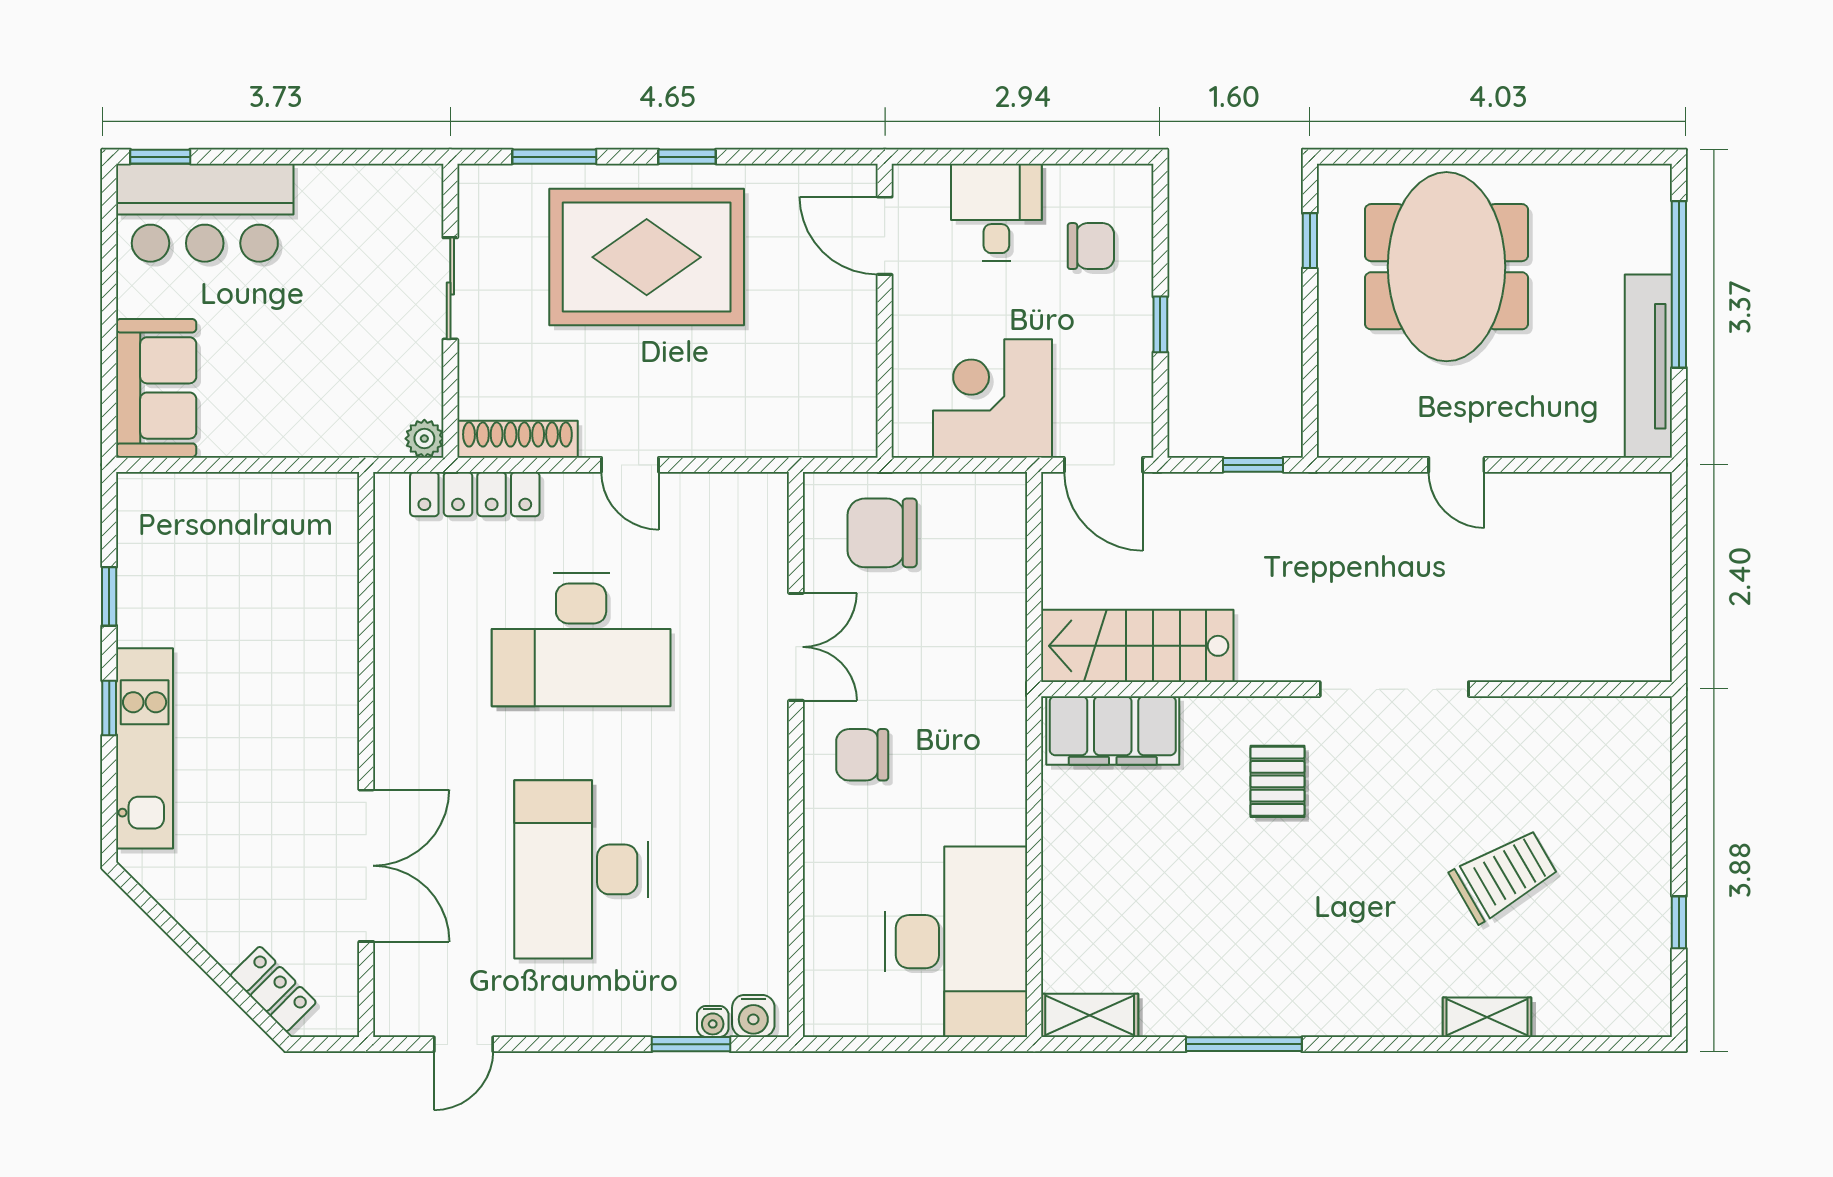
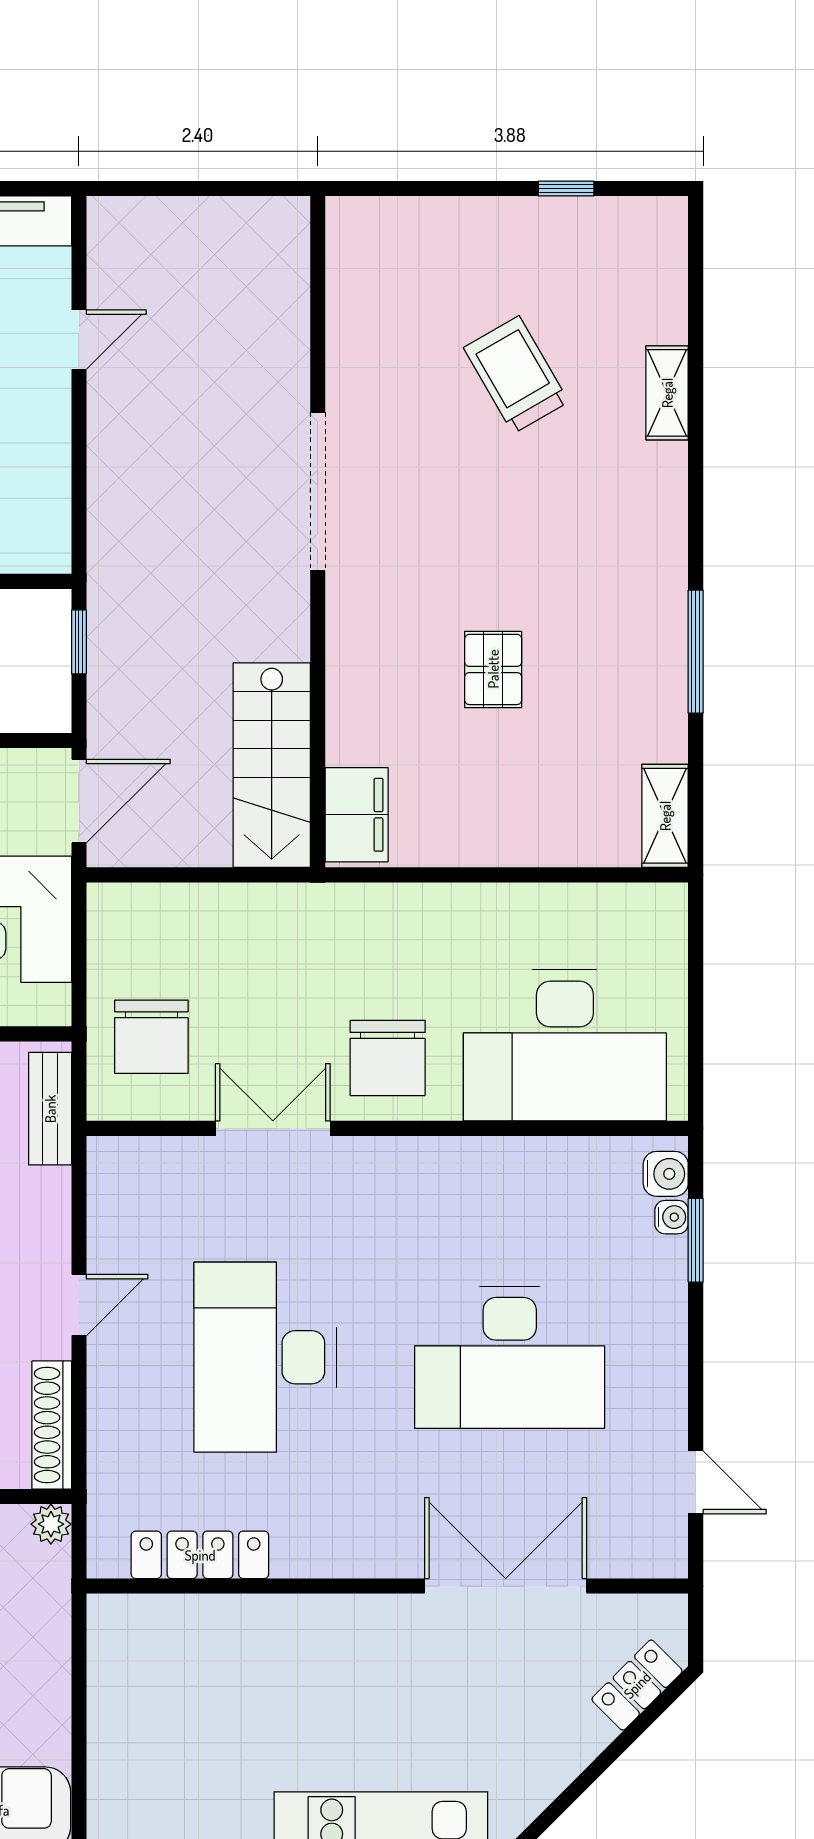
bench: (815, 438) -> (50, 1109), added
door: (1456, 465) -> (79, 340), moved
locker: (475, 494) -> (200, 1555), moved, turned -90
desk: (581, 640) -> (265, 1357), turned 180
filing cabinet: (1113, 731) -> (357, 815), width x0.67, depth x0.86
chair: (862, 755) -> (388, 1058), width x1.37, depth x1.37
pallet: (1277, 781) -> (493, 669), moved, turned 90
desk: (956, 942) -> (565, 1045), moved, turned 180

